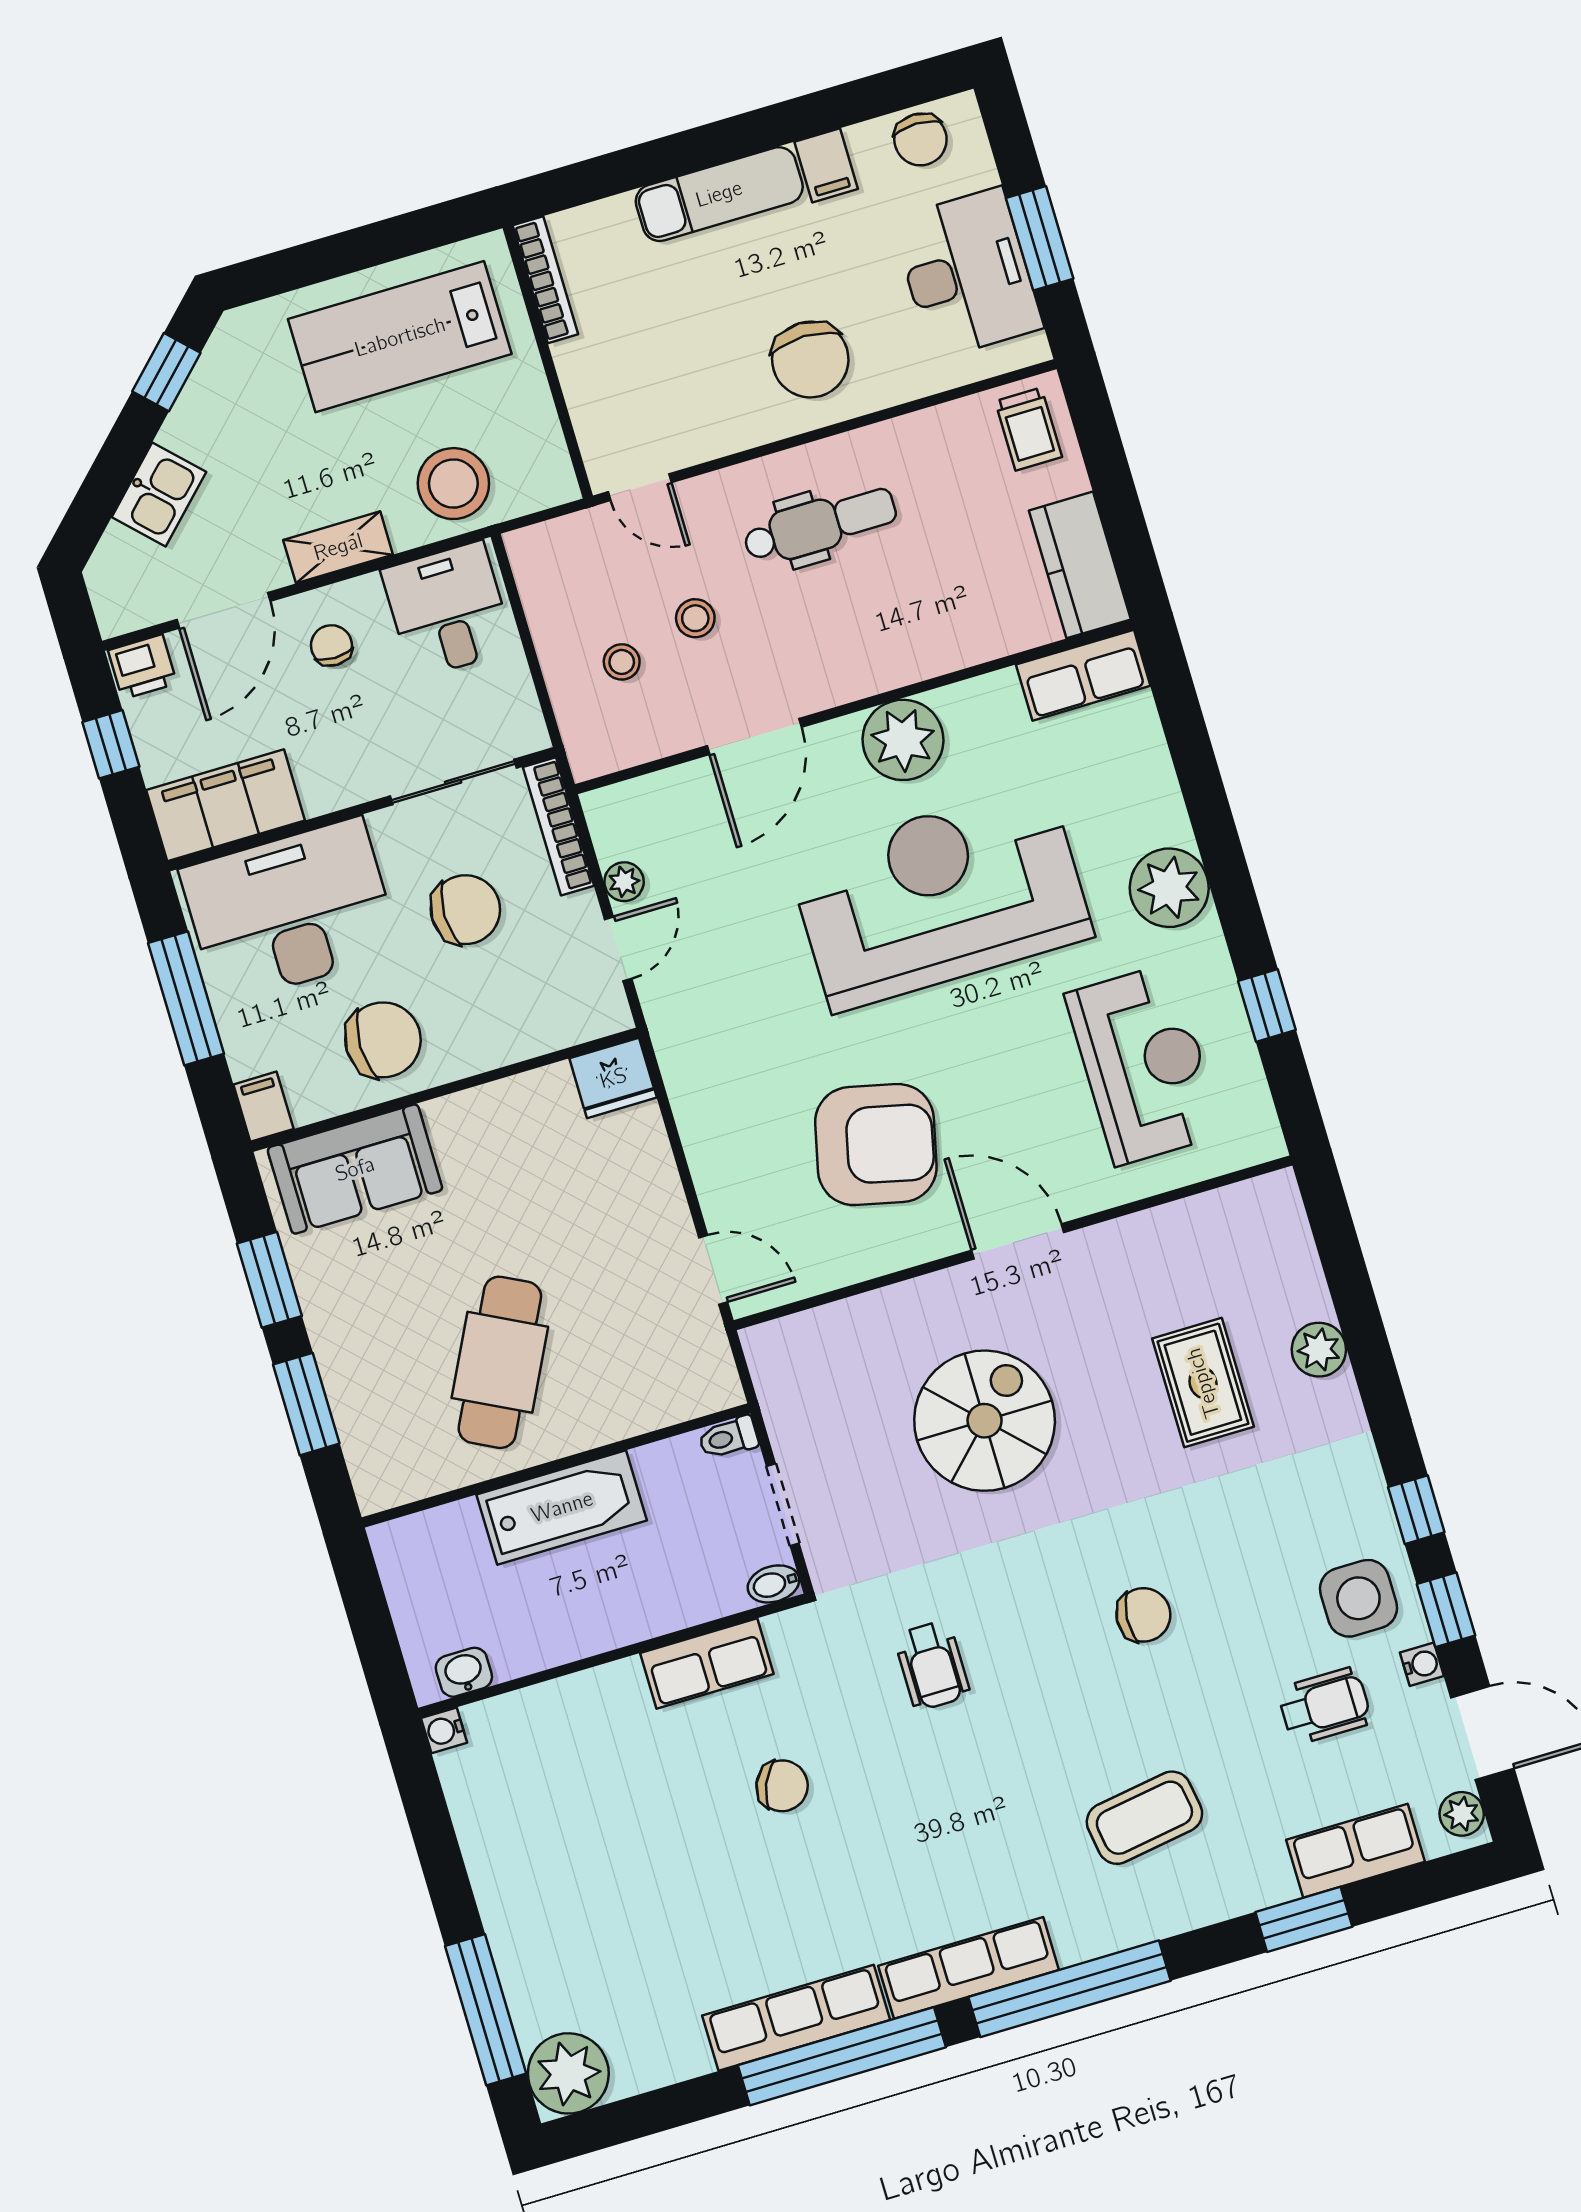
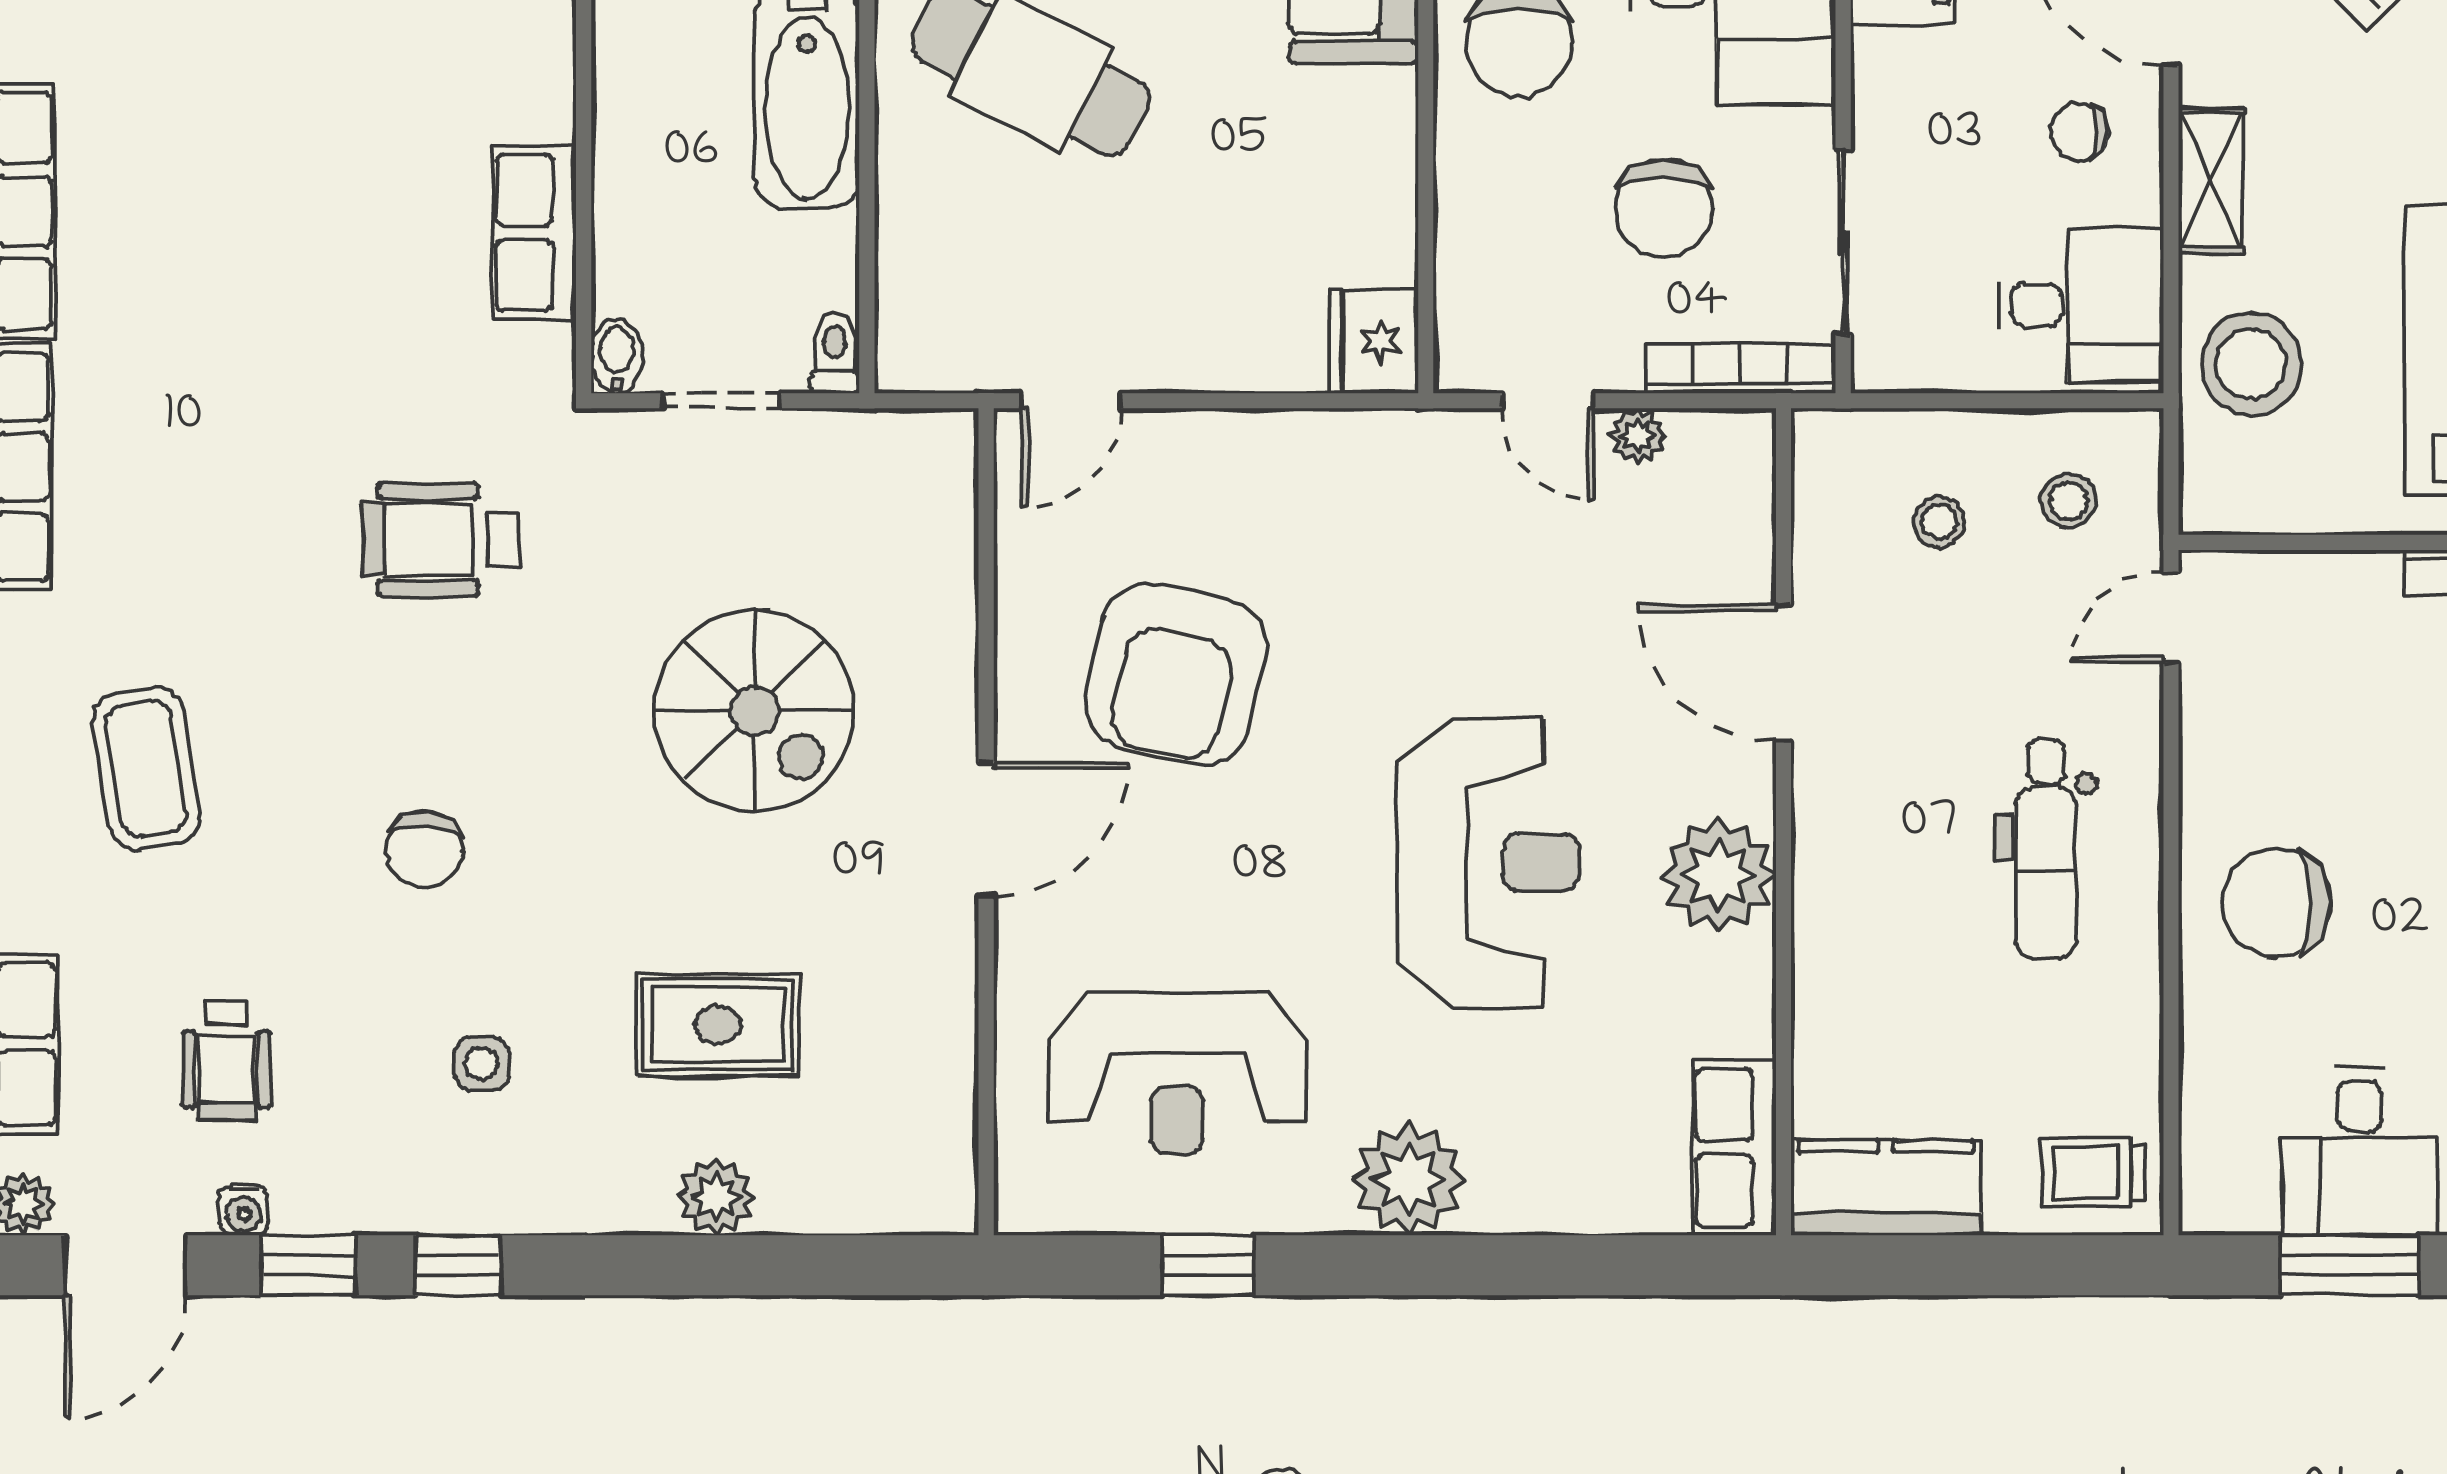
desk: (967, 273) -> (2360, 1152), width x0.73
stool: (695, 618) -> (2068, 500), moved
chair: (331, 645) -> (2079, 132), turned 180
reception desk: (940, 897) -> (1489, 862), width x0.74, depth x0.77
side table: (1358, 1598) -> (482, 1063), moved, width x0.54, depth x0.54
wheelchair: (932, 1665) -> (441, 540), width x1.36, depth x1.37
chair: (782, 1786) -> (337, 286), removed

